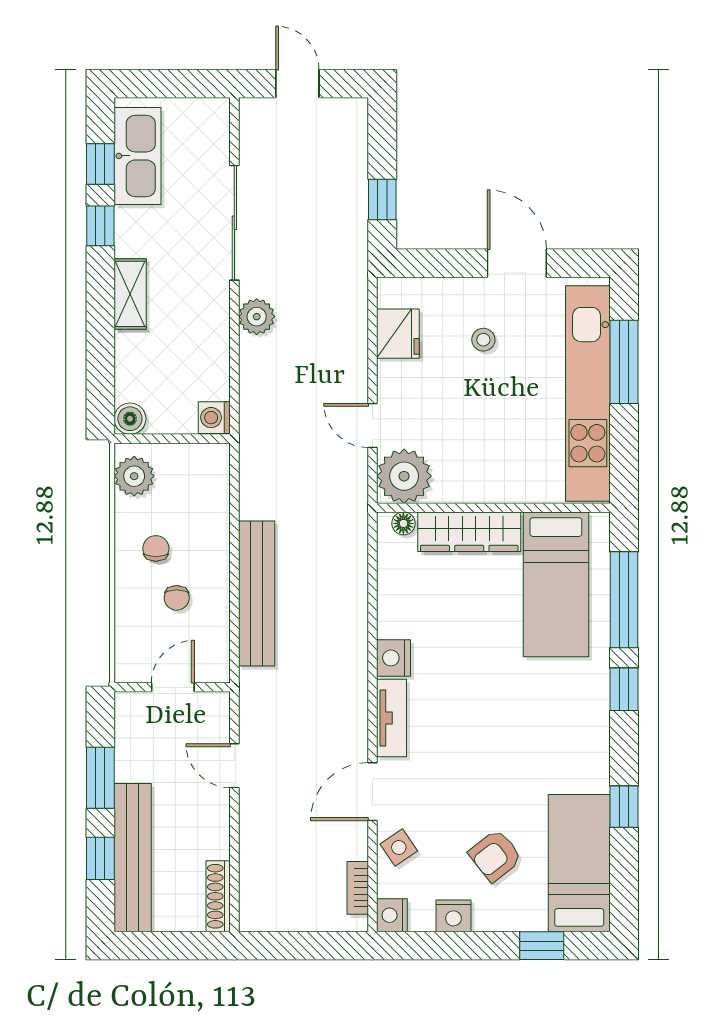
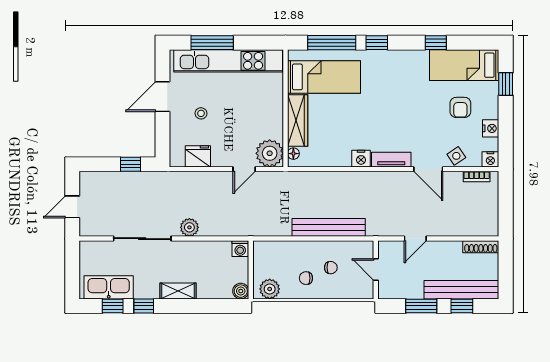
armchair: (495, 856) -> (460, 107), turned 38

